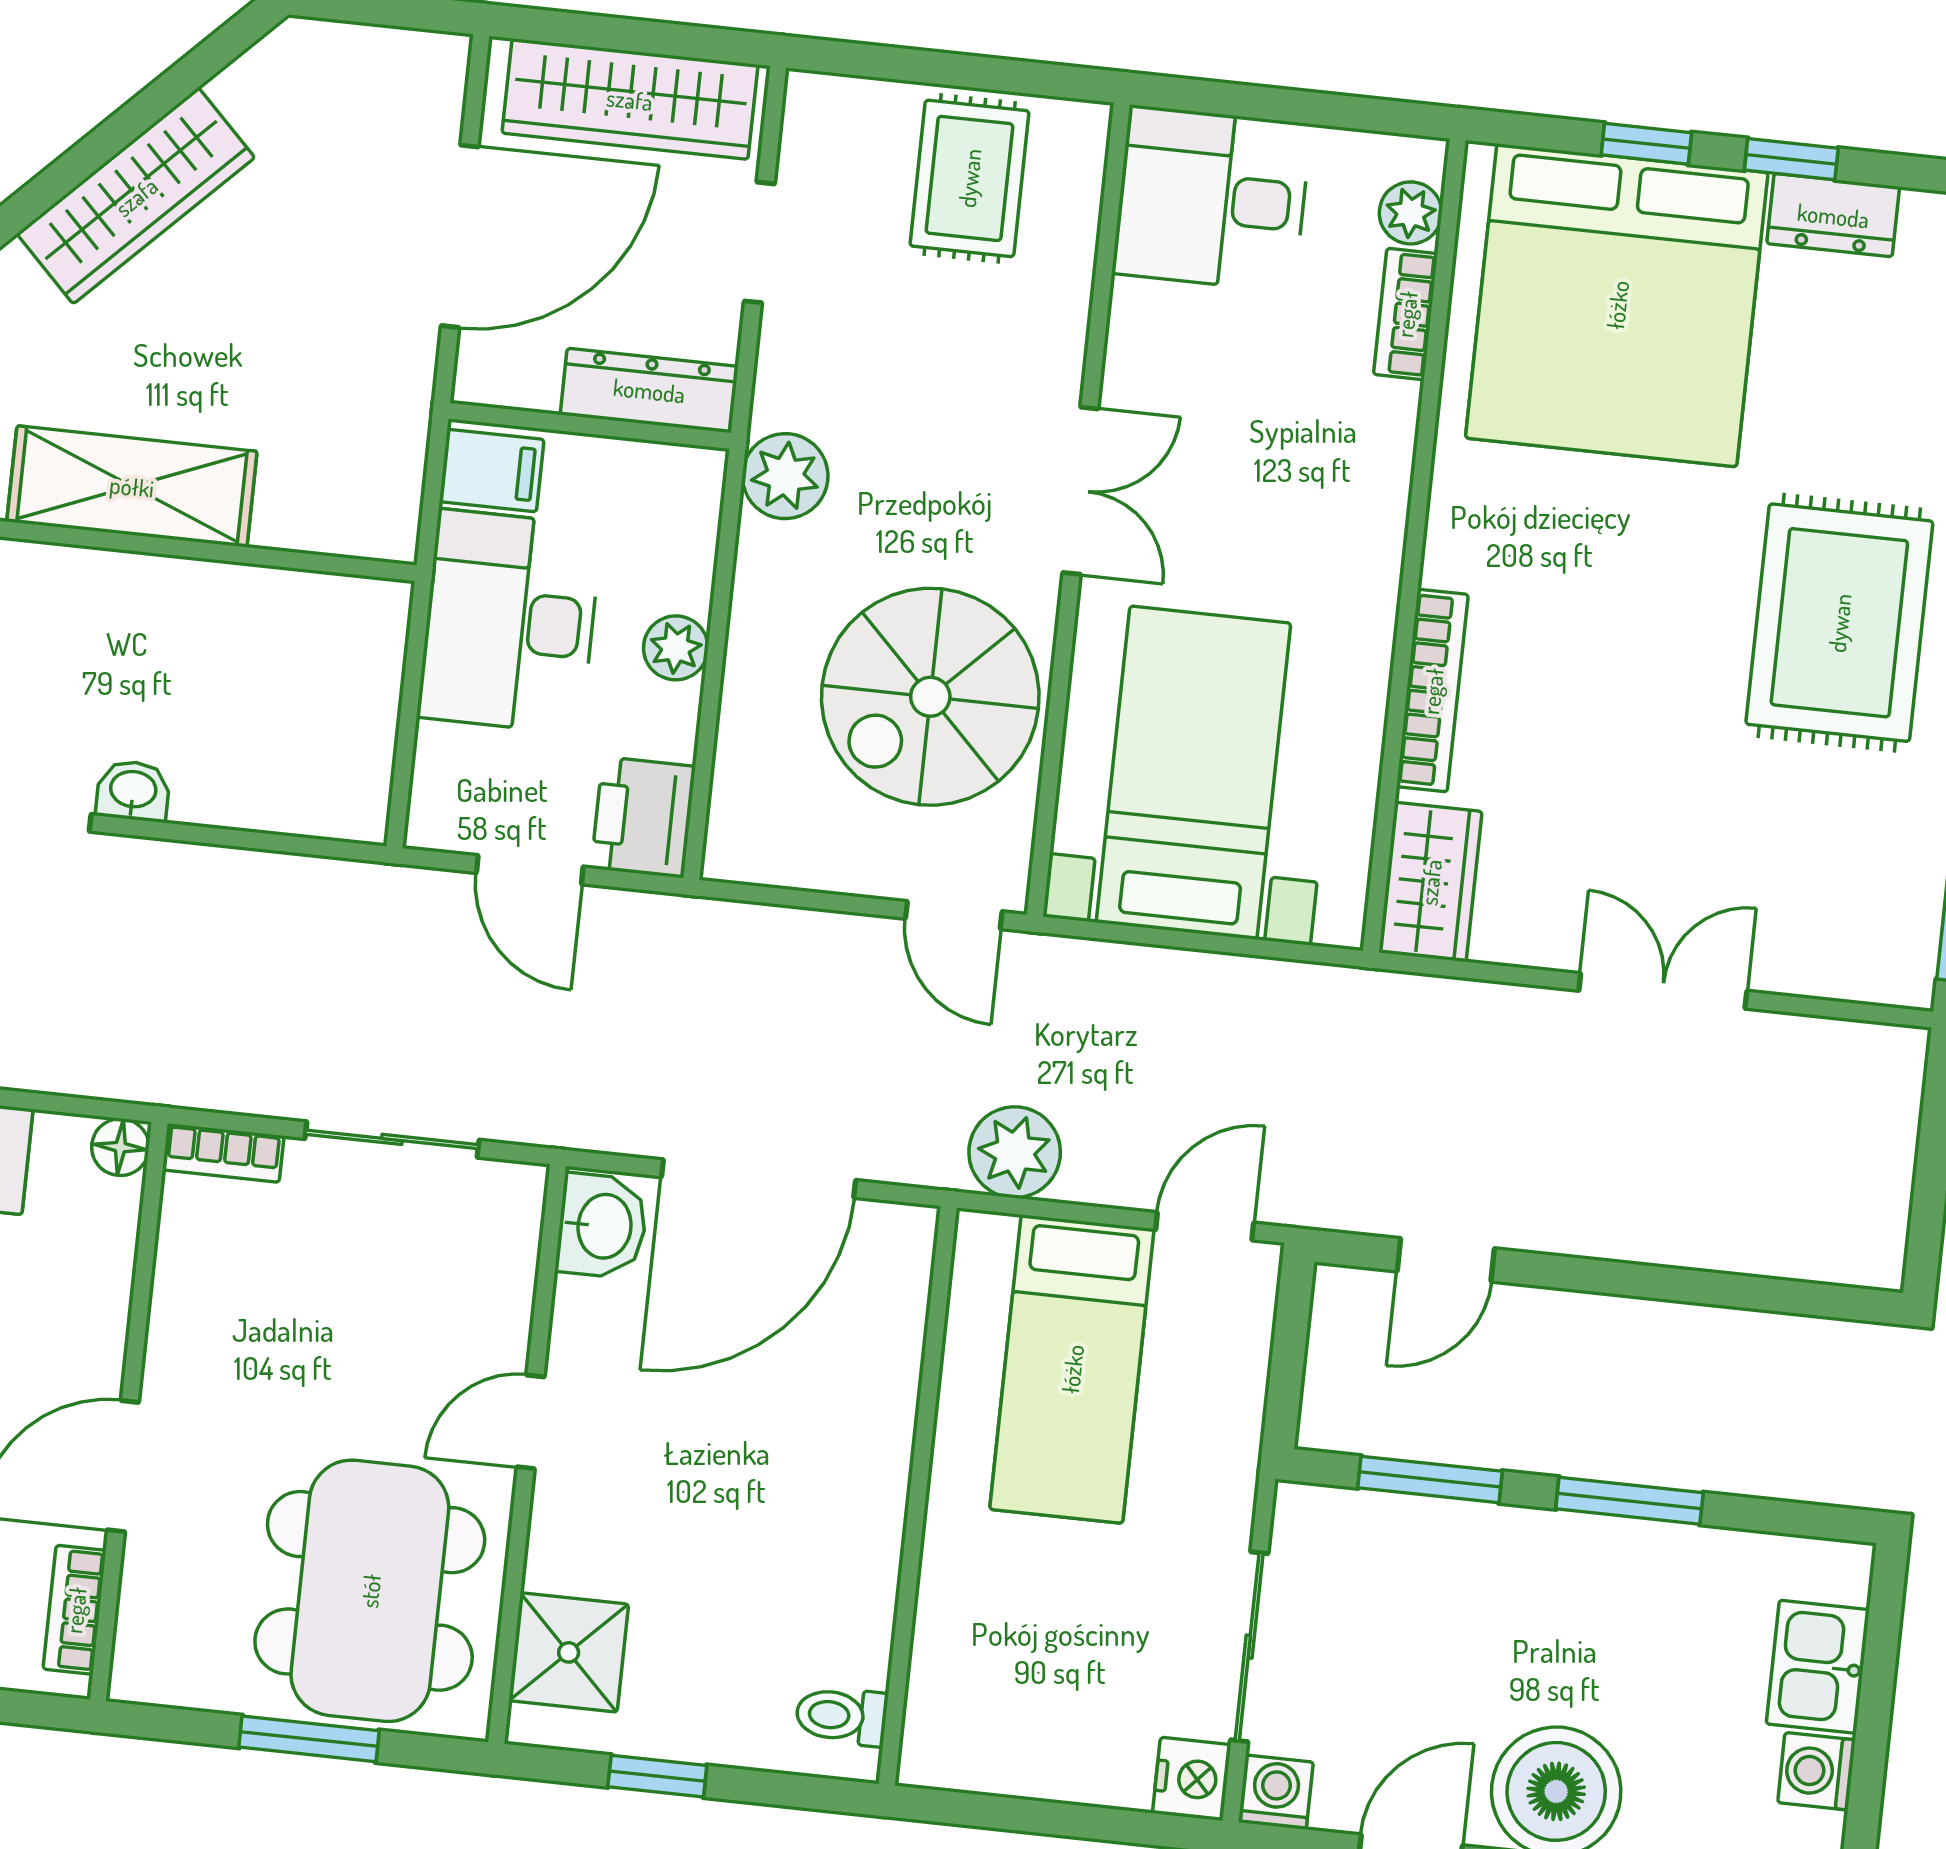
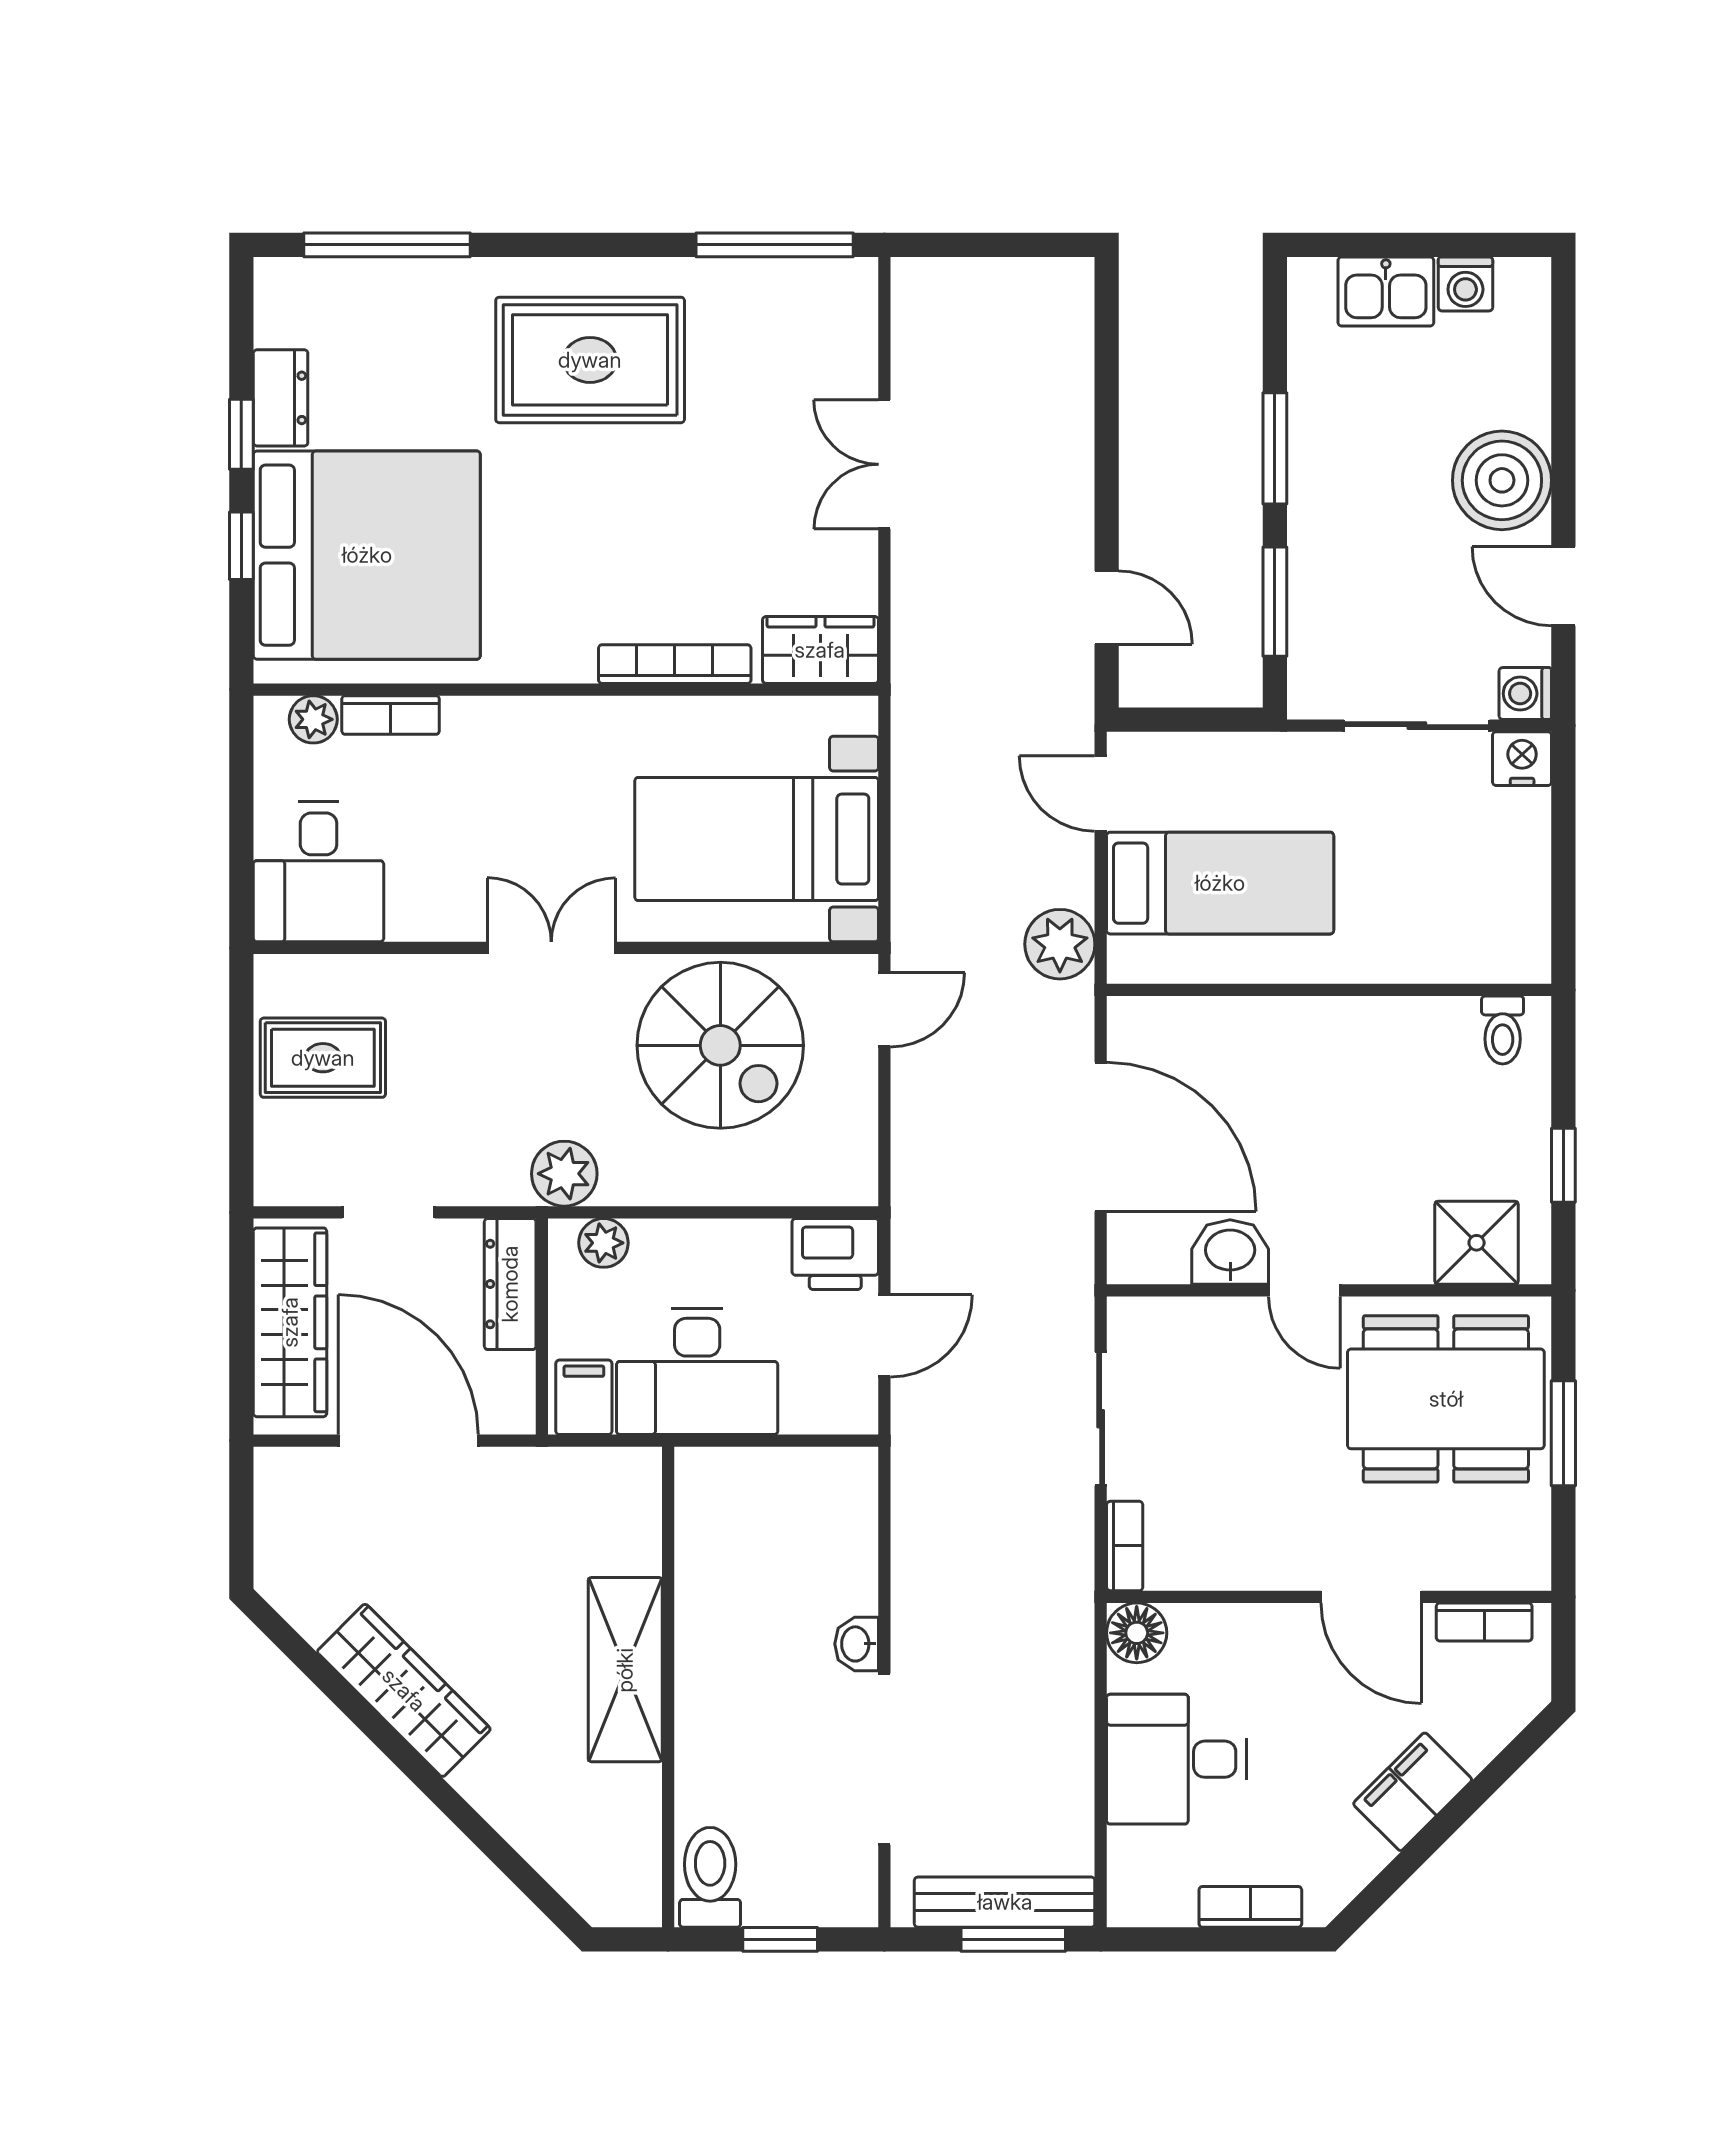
plant: (676, 648) -> (603, 1243), moved
floor lamp: (120, 1147) -> (1137, 1633), width x1.37, depth x1.37
washbasin: (602, 1226) -> (1230, 1252), moved

